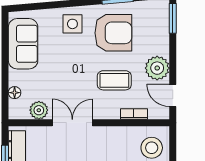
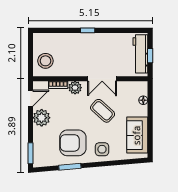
coffee table: (114, 80) -> (103, 111), moved, turned 42
door: (173, 95) -> (30, 98), hinge flipped
plant: (39, 110) -> (75, 88), moved

